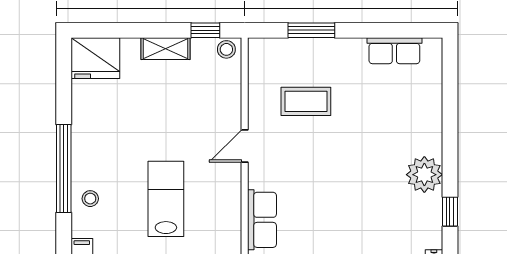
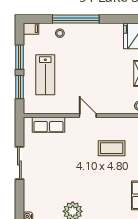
coffee table: (306, 101) -> (112, 148), turned 90
lab bench: (166, 199) -> (45, 75), moved, turned 90

